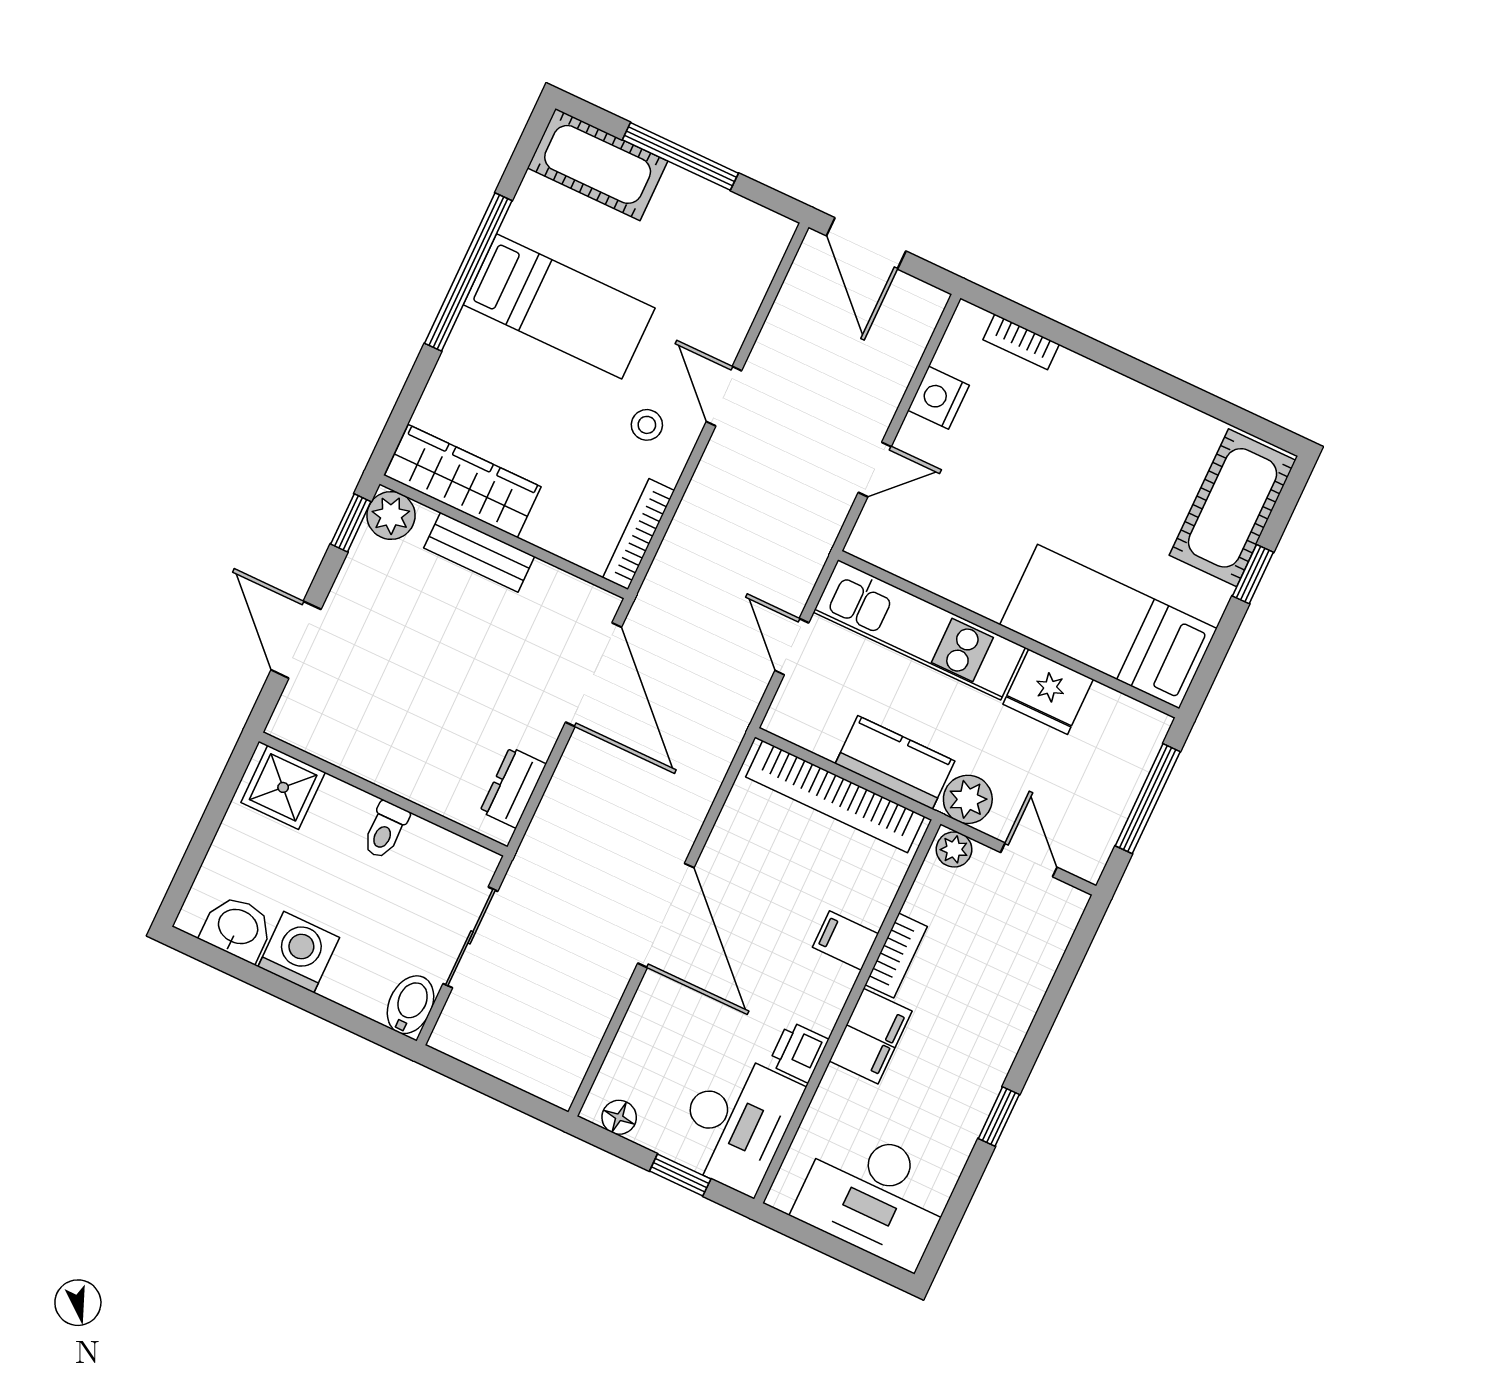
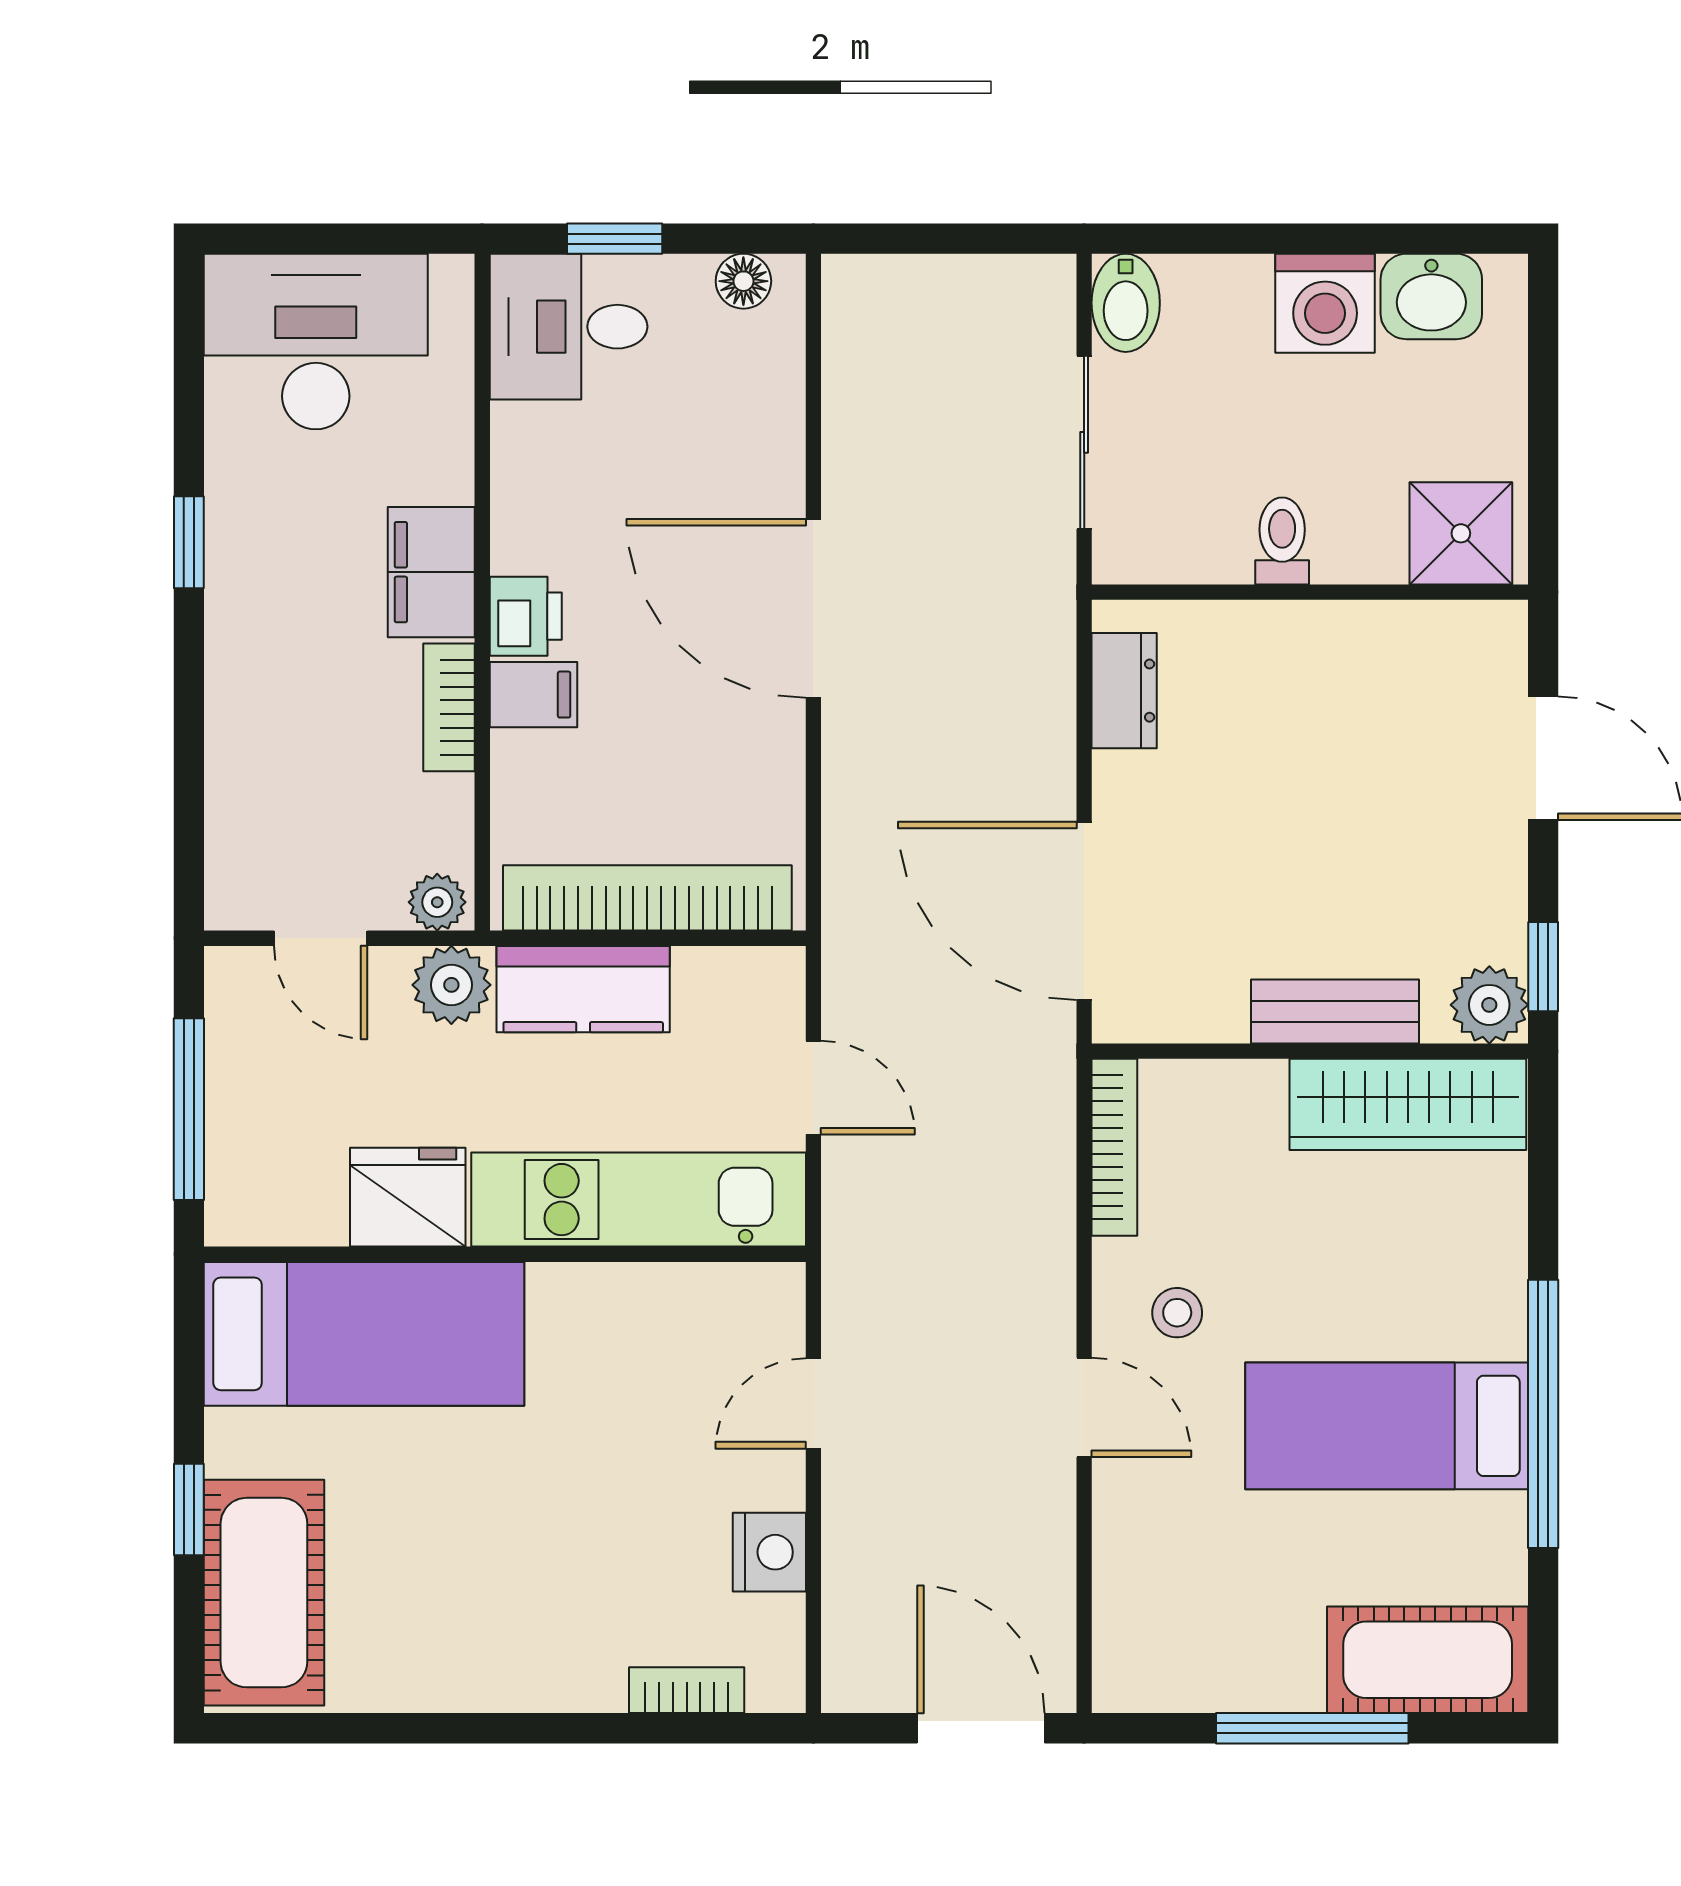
printer: (799, 1052) -> (526, 616), moved
desk: (736, 1122) -> (569, 327), width x0.73

